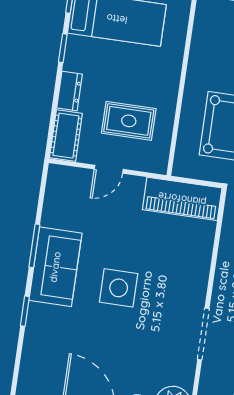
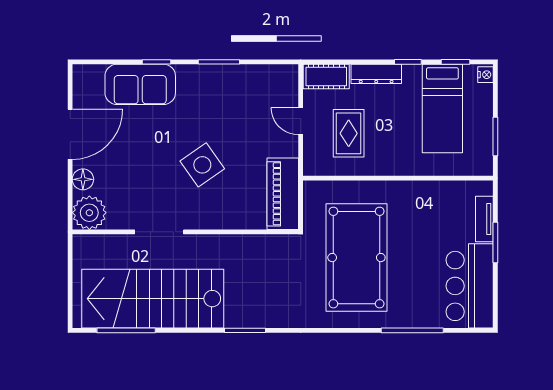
dresser: (70, 91) -> (376, 74), width x1.44
sofa: (55, 267) -> (140, 84), moved
side table: (119, 288) -> (202, 165), moved, turned -35

